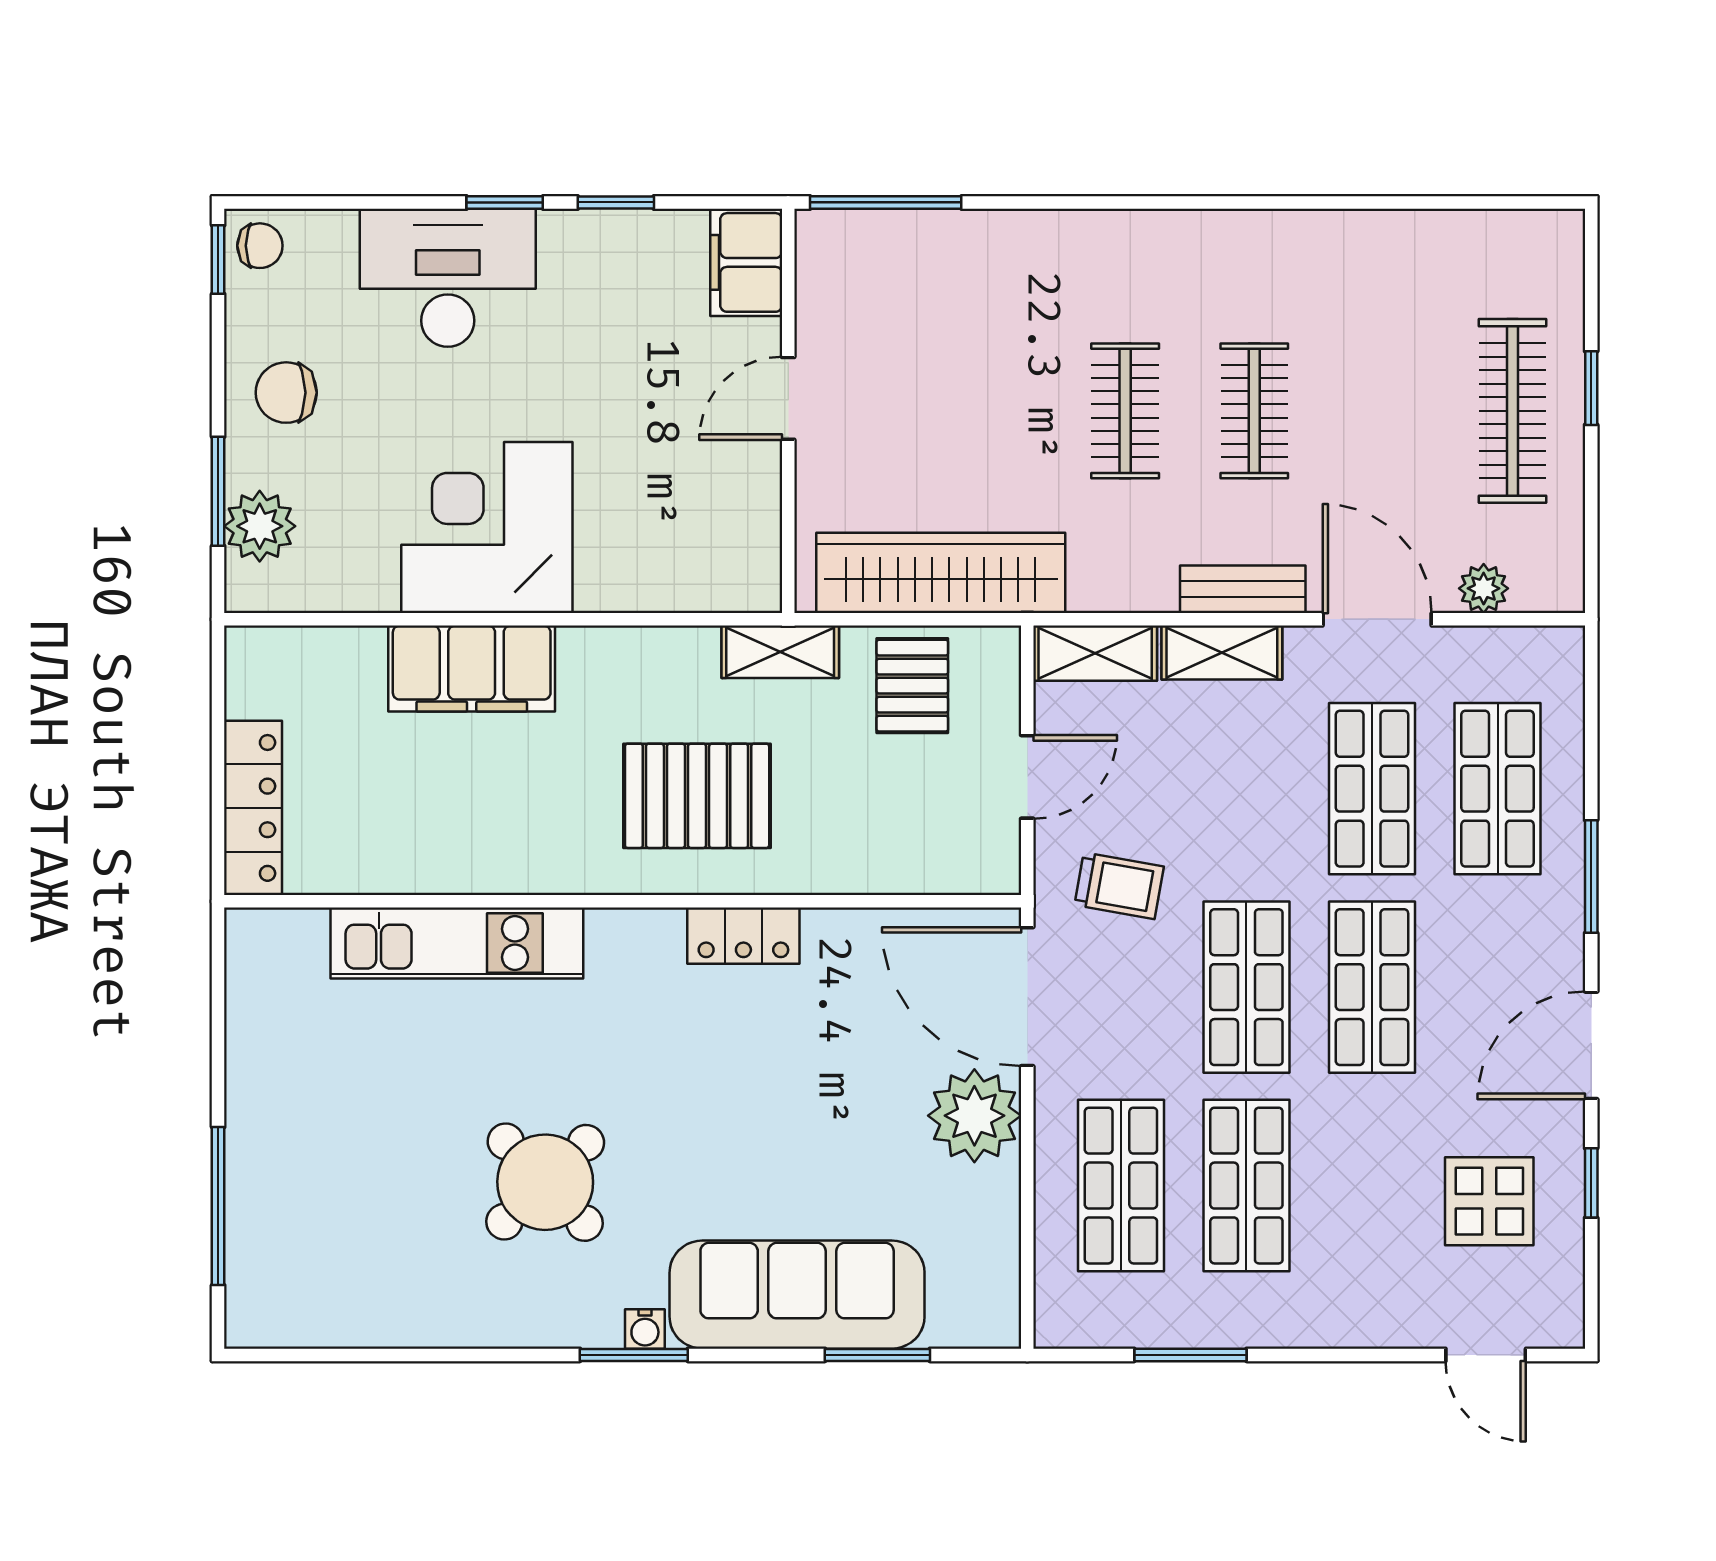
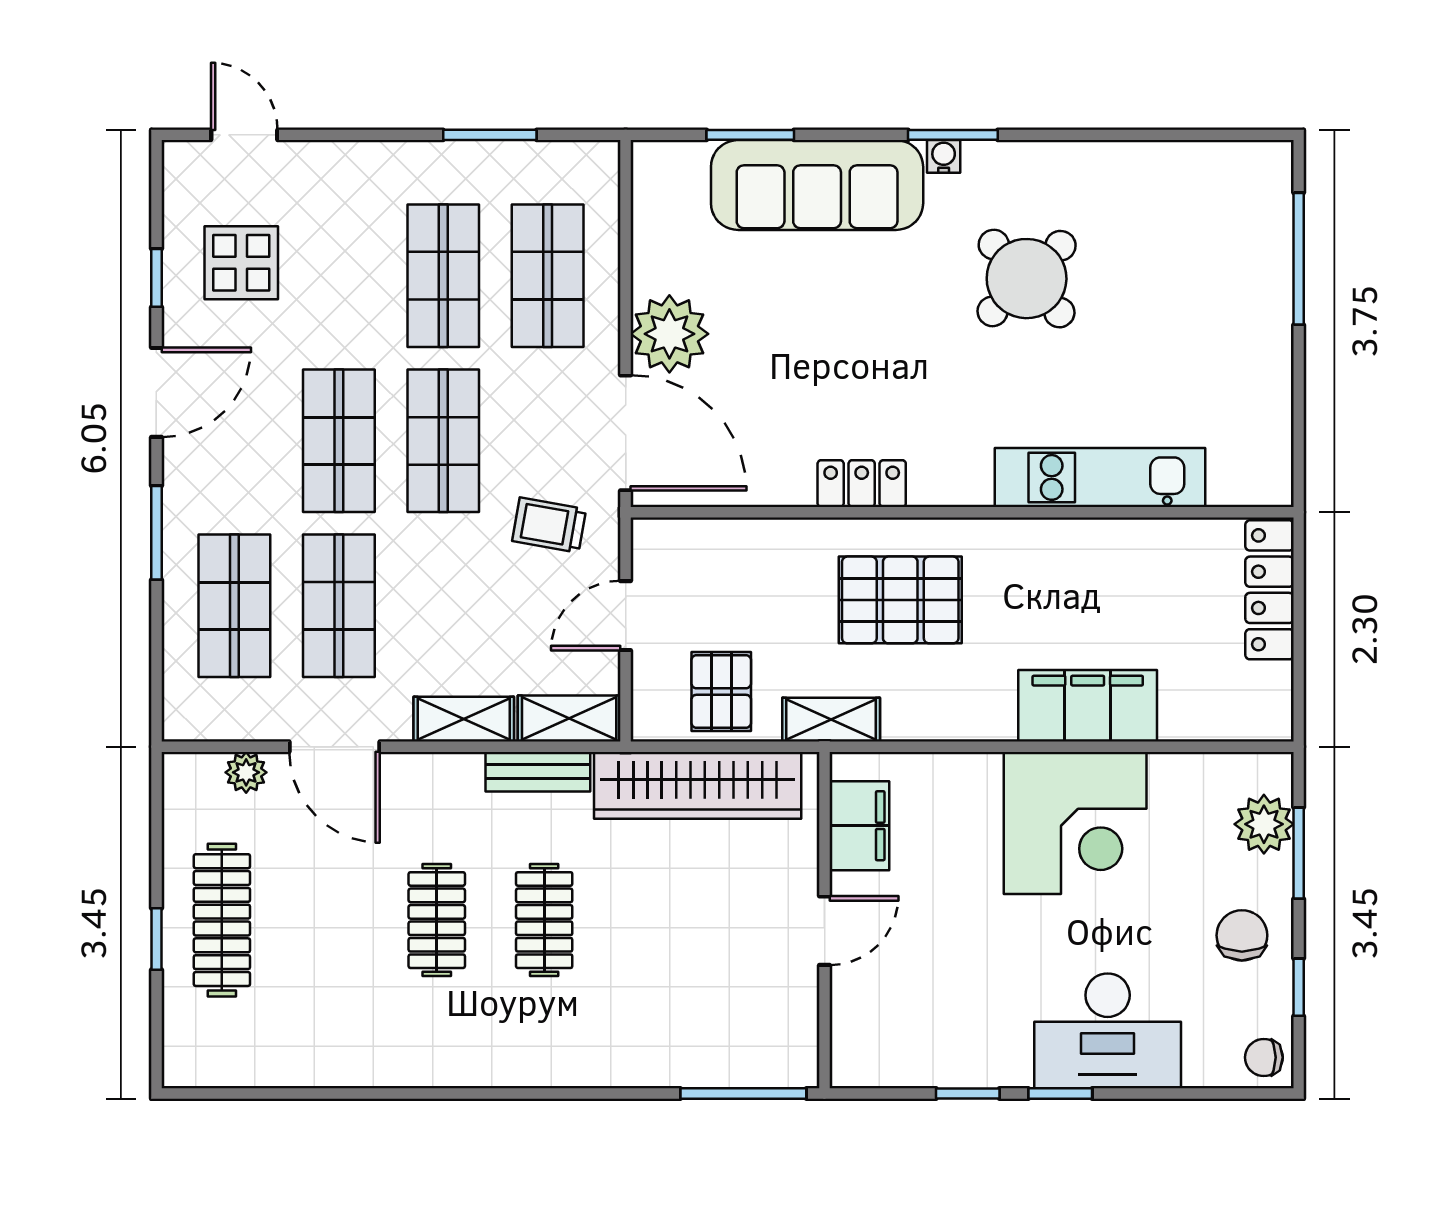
window: (218, 260) -> (1299, 987), moved
filing cabinet: (746, 262) -> (859, 826), moved
chair: (286, 393) -> (1242, 935), turned -90
bench: (1243, 589) -> (538, 772), moved

